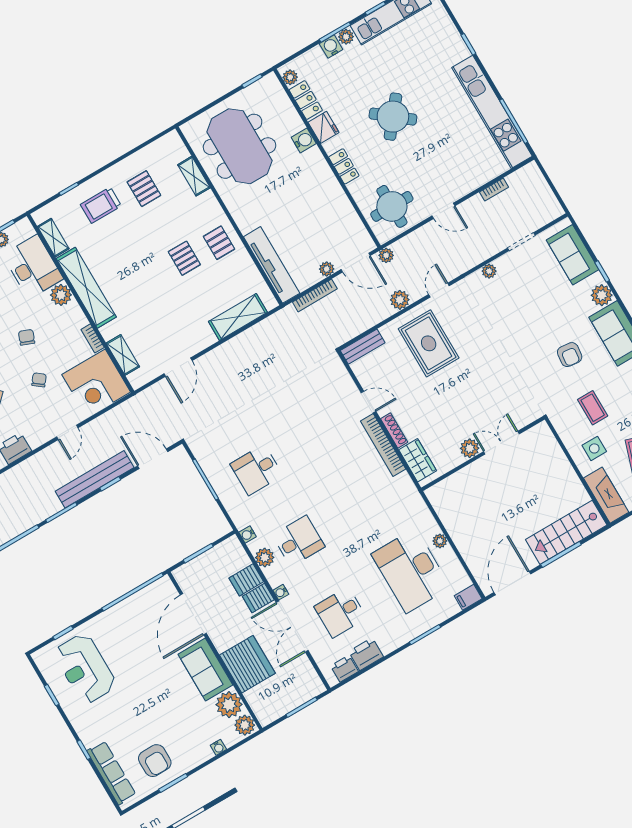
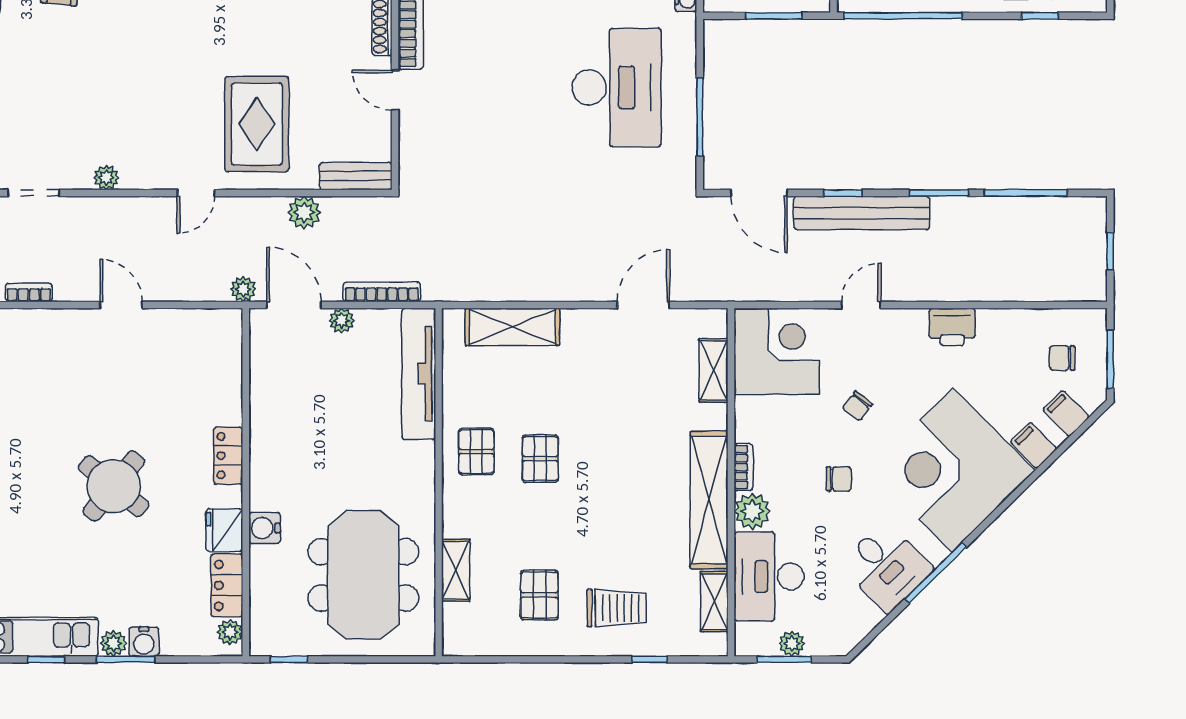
round table: (392, 206) -> (193, 356), removed
plant: (400, 300) -> (304, 213), moved
chair: (27, 337) -> (839, 479), turned -111
bookcase: (93, 338) -> (743, 467), moved
desk: (257, 470) -> (617, 87), width x1.87, depth x1.30

